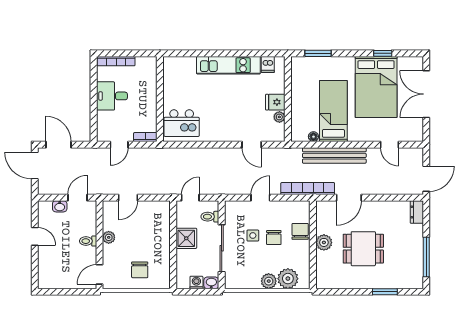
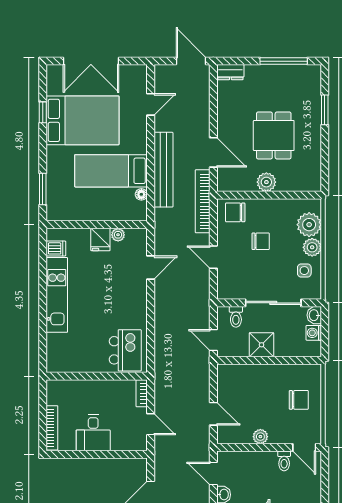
chair: (300, 231) -> (235, 212), moved
side table: (253, 236) -> (304, 271), moved
toilet: (88, 241) -> (284, 461), moved

